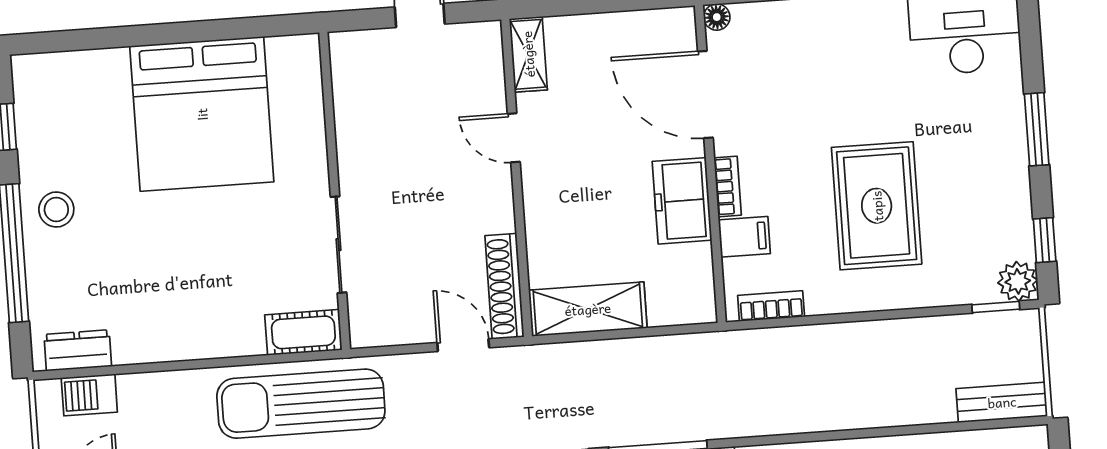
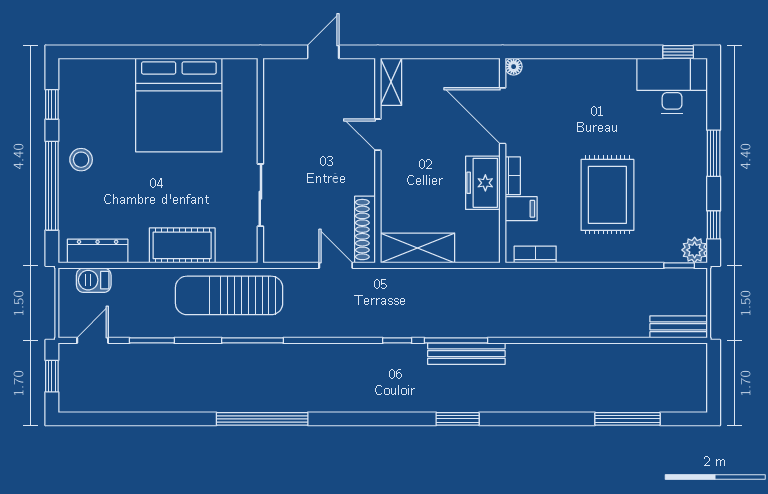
cot: (303, 332) -> (182, 245), moved, width x1.37, depth x1.34
dresser: (78, 350) -> (98, 251), width x1.44

